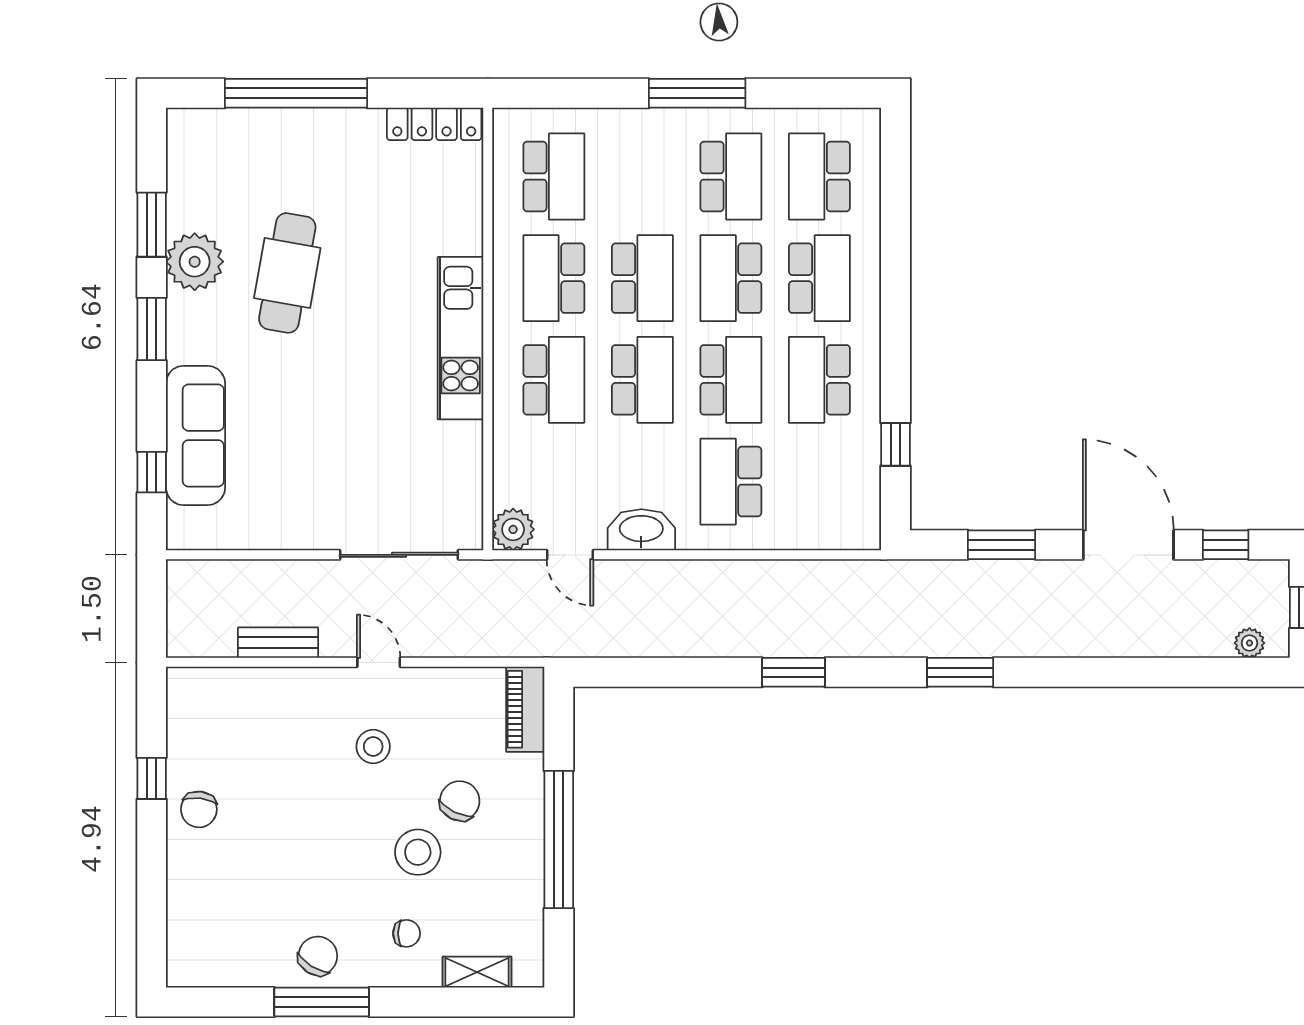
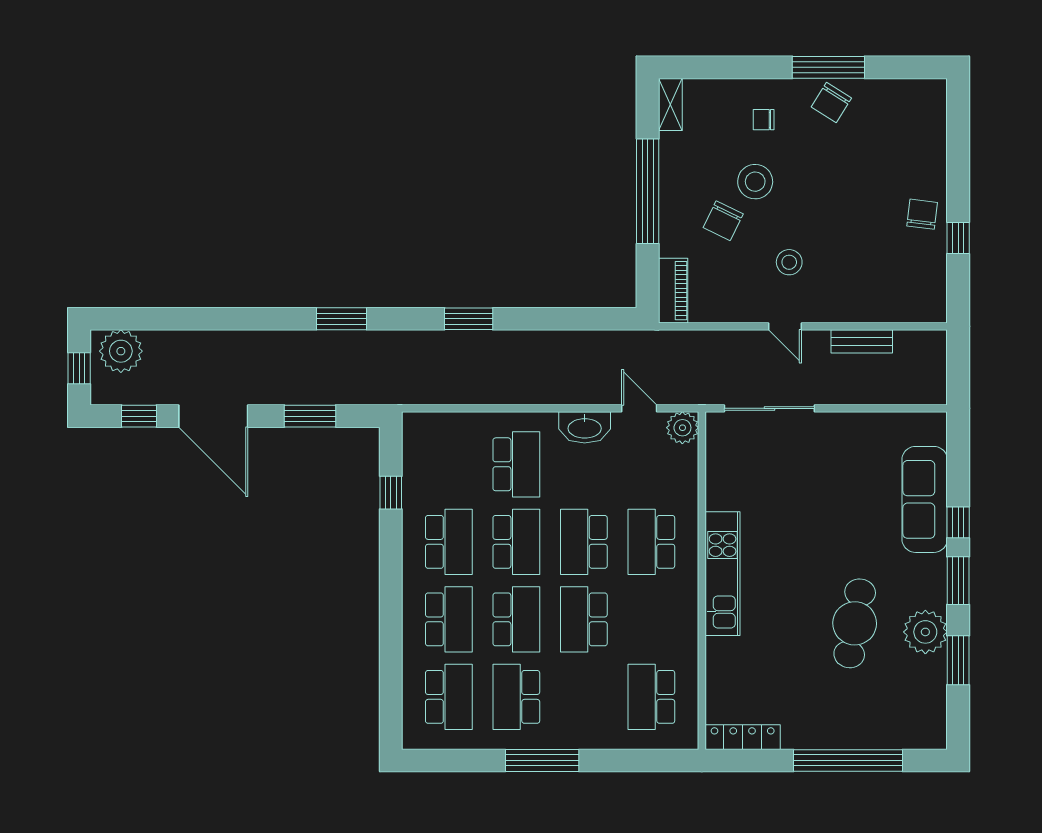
school desk: (554, 278) -> (651, 619), removed
school desk: (819, 278) -> (449, 619), turned 180
school desk: (731, 380) -> (516, 542), turned 180
window: (152, 472) -> (958, 522), moved
plant: (1249, 643) -> (121, 351), width x1.88, depth x1.88
shelving: (477, 972) -> (670, 104), moved, turned 90

